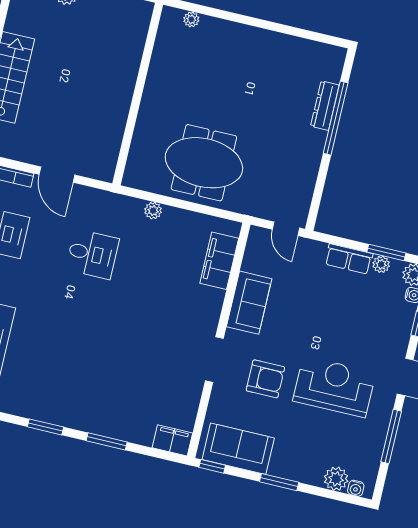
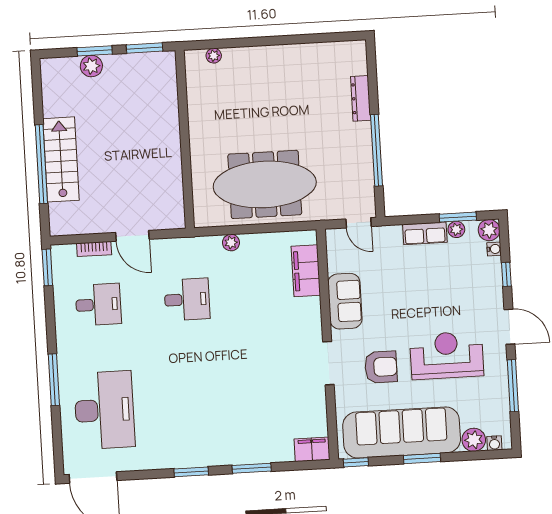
window: (336, 118) -> (377, 150), moved
meeting table: (204, 163) -> (265, 184), width x1.36
sofa: (238, 449) -> (402, 432), width x1.85, depth x1.27

